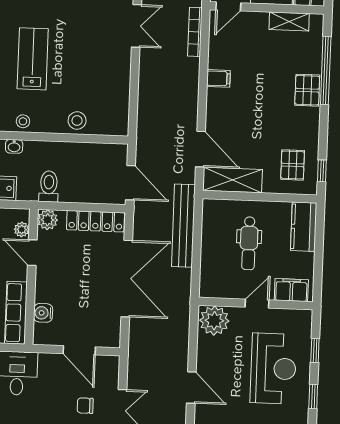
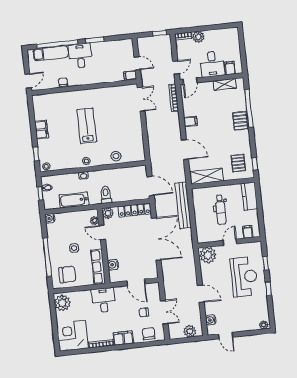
door: (200, 149) -> (185, 150), moved
filing cabinet: (291, 290) -> (248, 232), width x0.50

